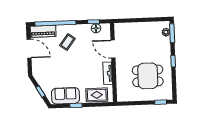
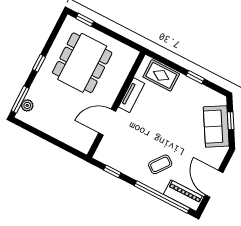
floor lamp: (96, 28) -> (114, 161), removed
door: (113, 49) -> (107, 122), swing flipped
dining table: (148, 76) -> (82, 63), width x1.37
sofa: (65, 96) -> (216, 126), moved, turned 59

